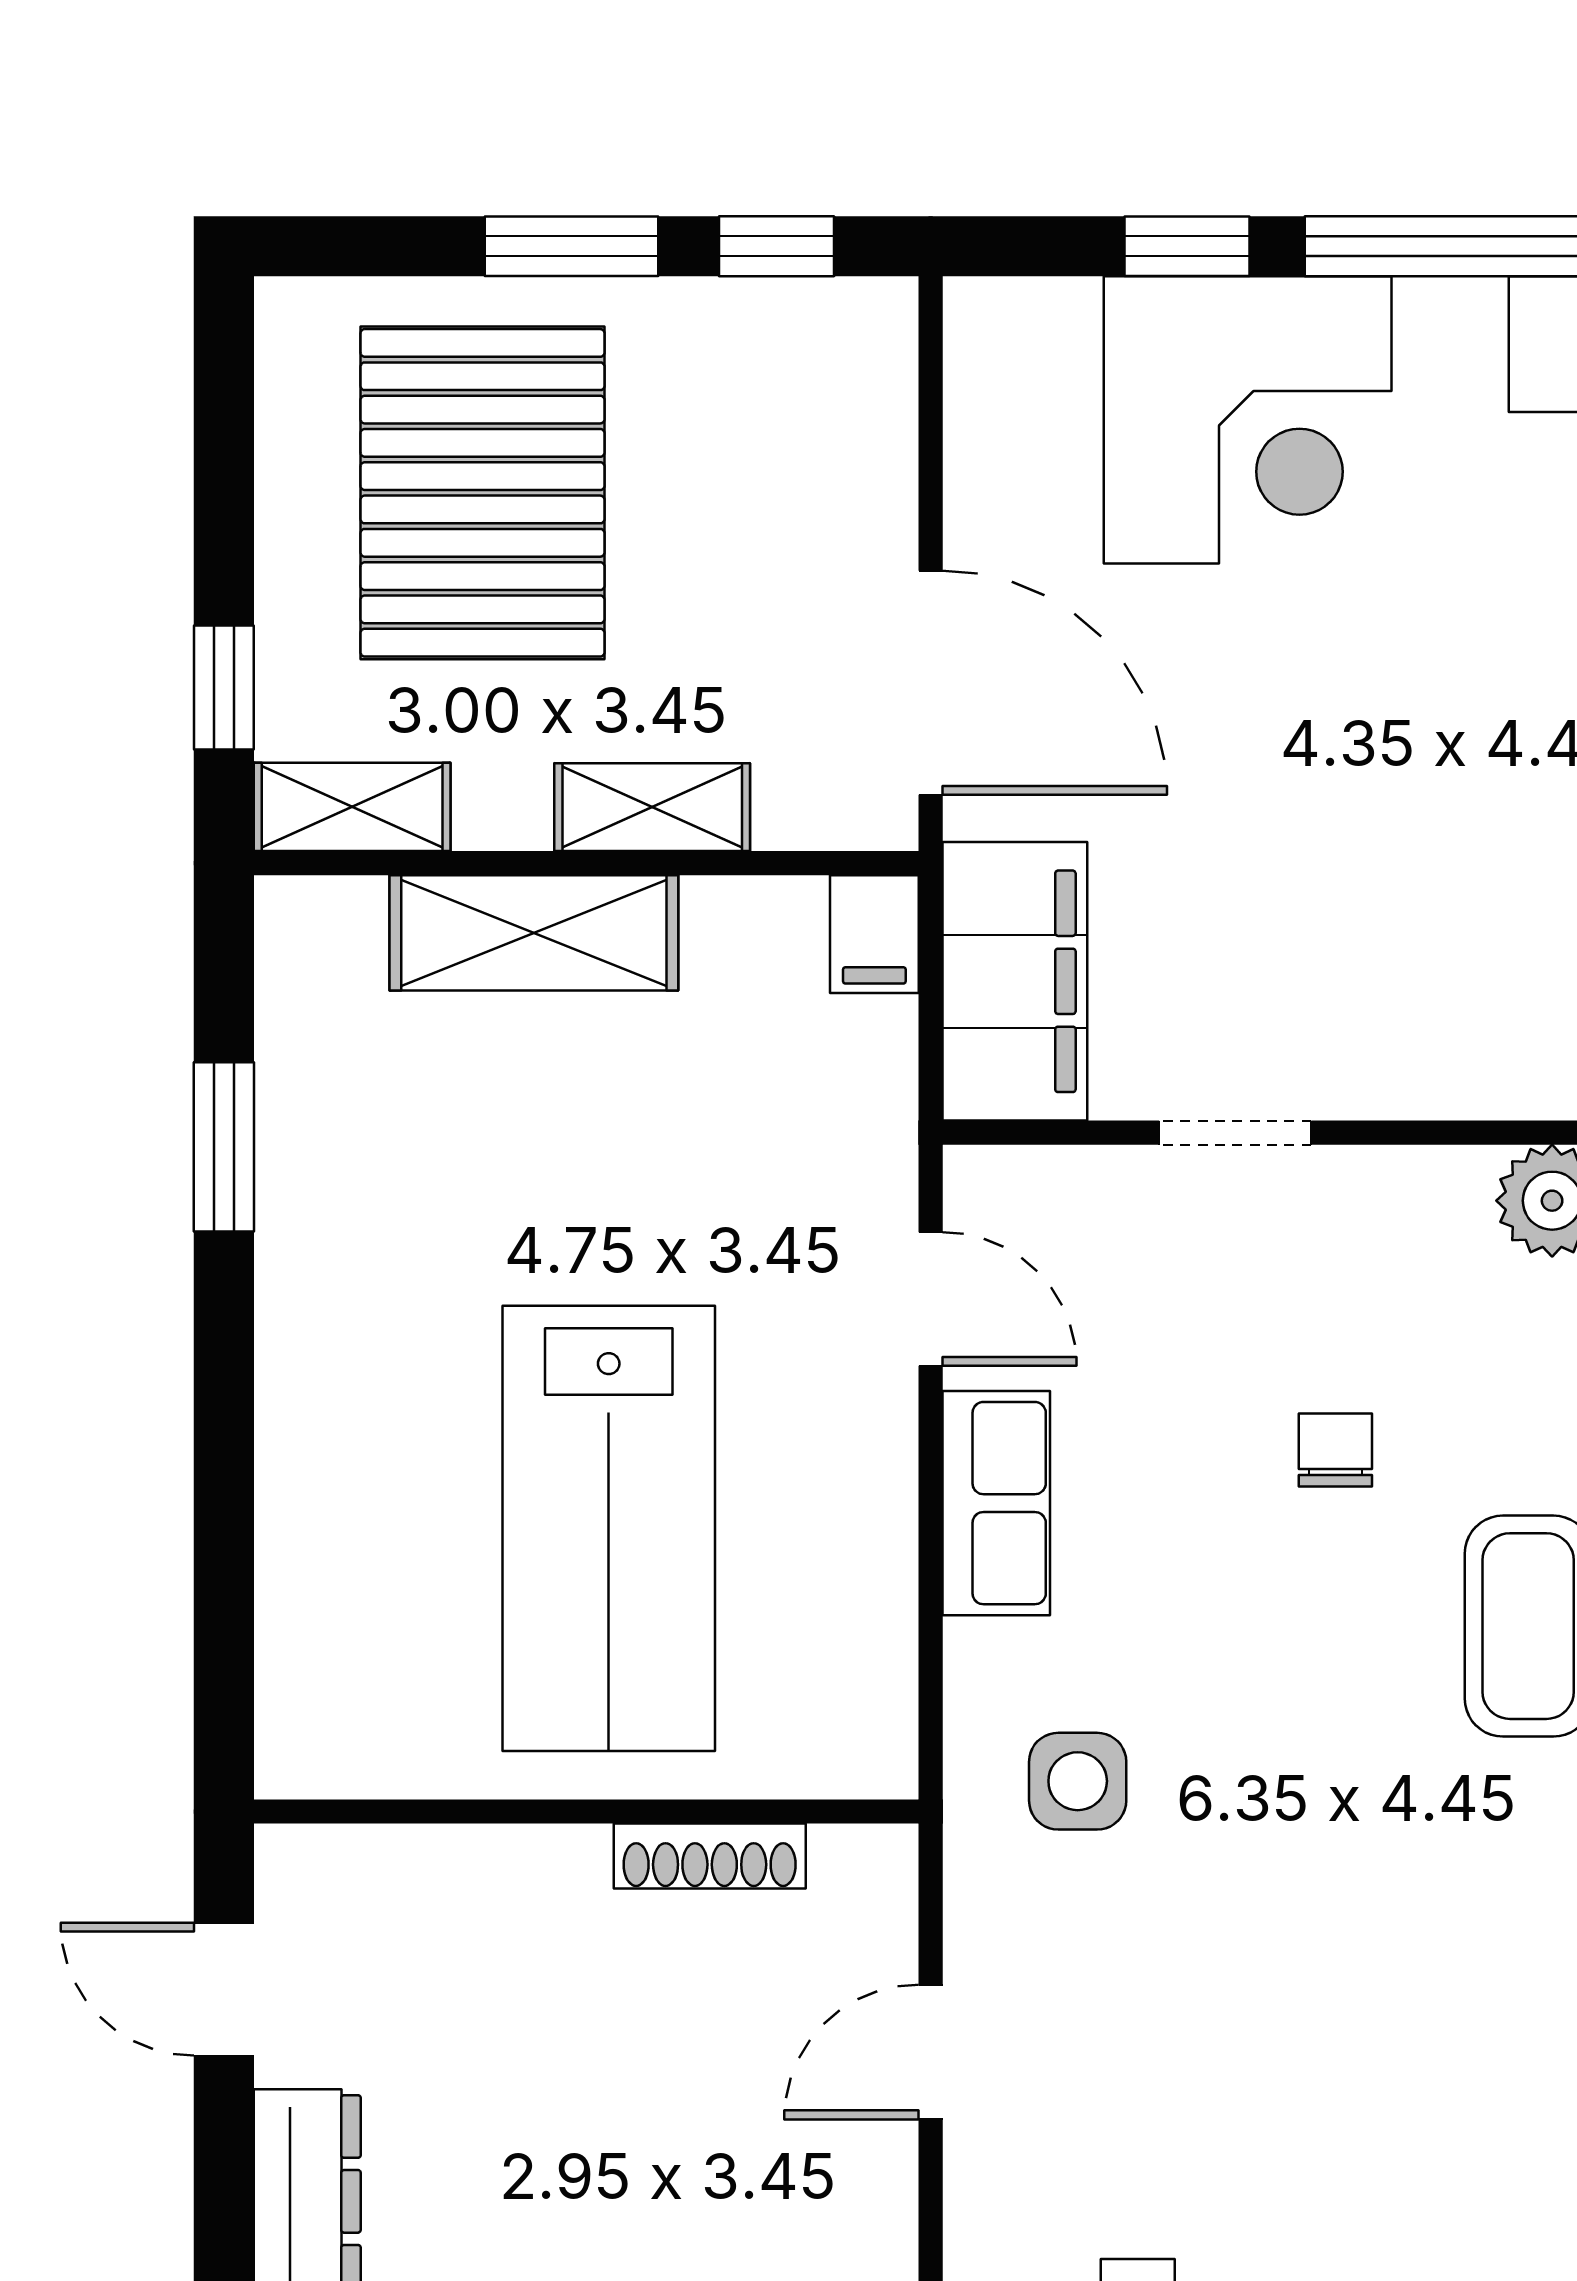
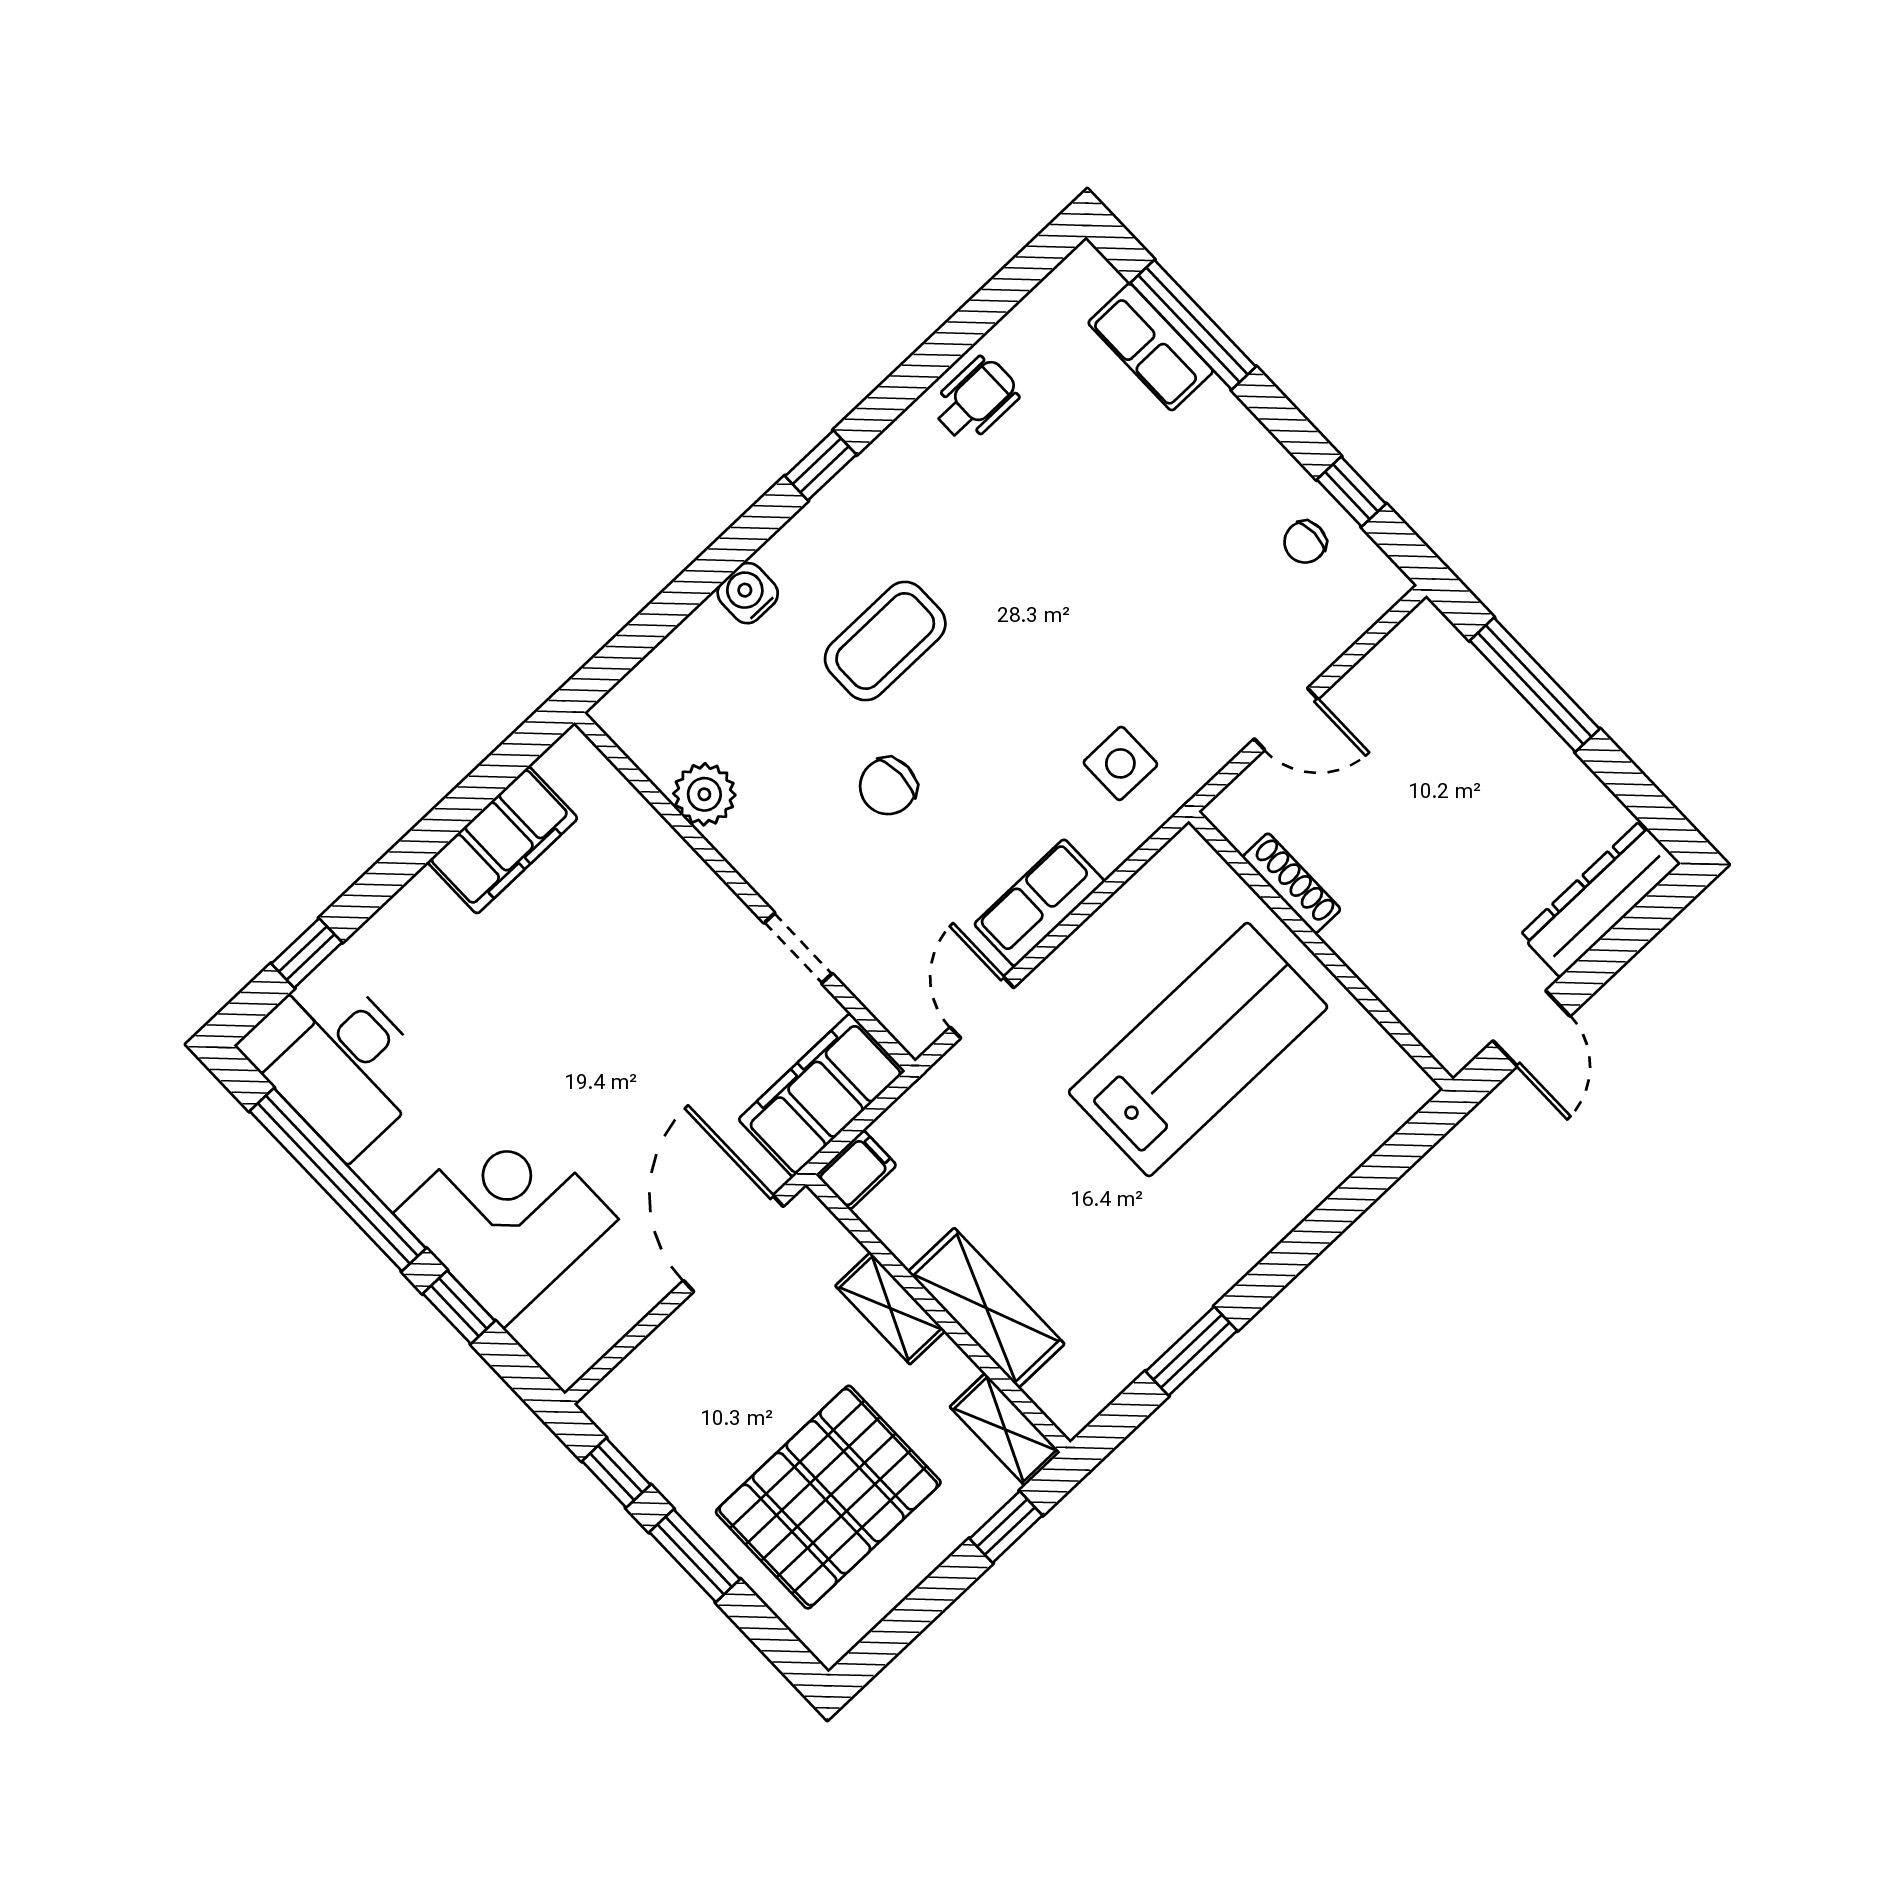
chair: (1335, 1450) -> (888, 786), width x1.37, depth x1.37

